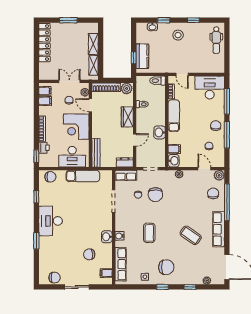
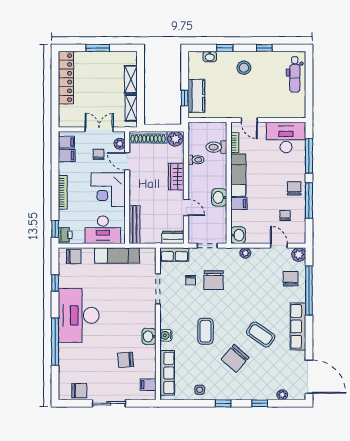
toilet: (157, 81) -> (216, 147), moved
door: (135, 140) -> (186, 207), hinge flipped
printer: (44, 148) -> (65, 235), moved
filing cabinet: (174, 149) -> (239, 204), moved
desk: (51, 221) -> (79, 315), width x1.36, depth x1.30
window: (36, 241) -> (55, 342), width x2.11
chair: (166, 267) -> (235, 358), moved, turned 131

